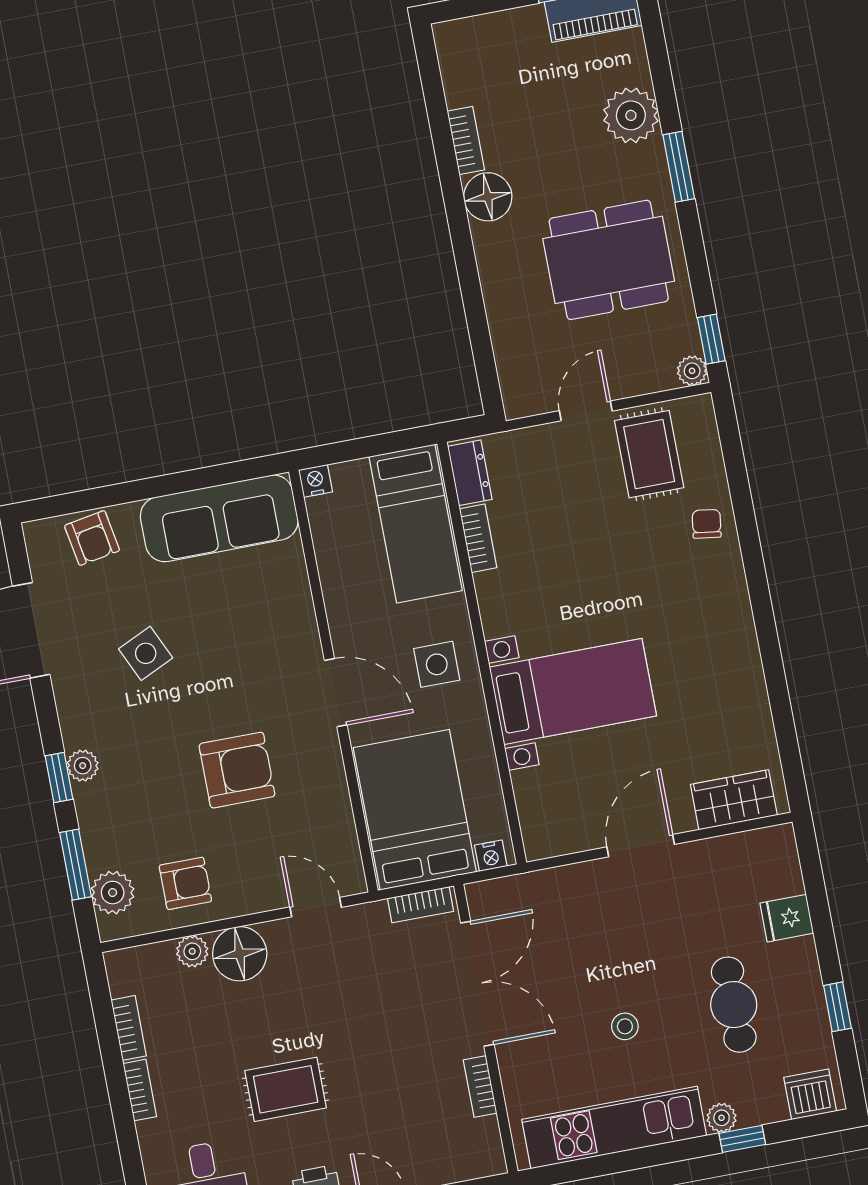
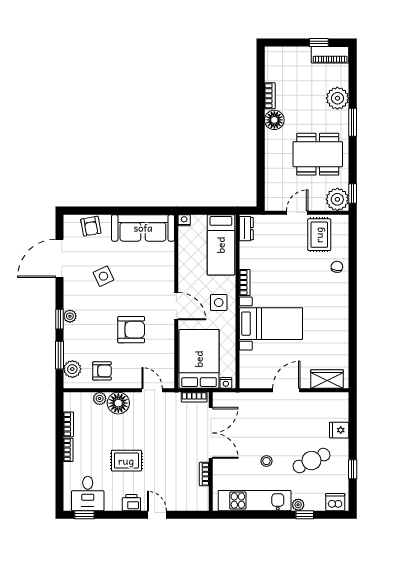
plant: (692, 371) -> (337, 199), width x1.88, depth x1.88
bookcase: (478, 538) -> (245, 283), moved
cafe table: (734, 1005) -> (311, 461), turned 64

